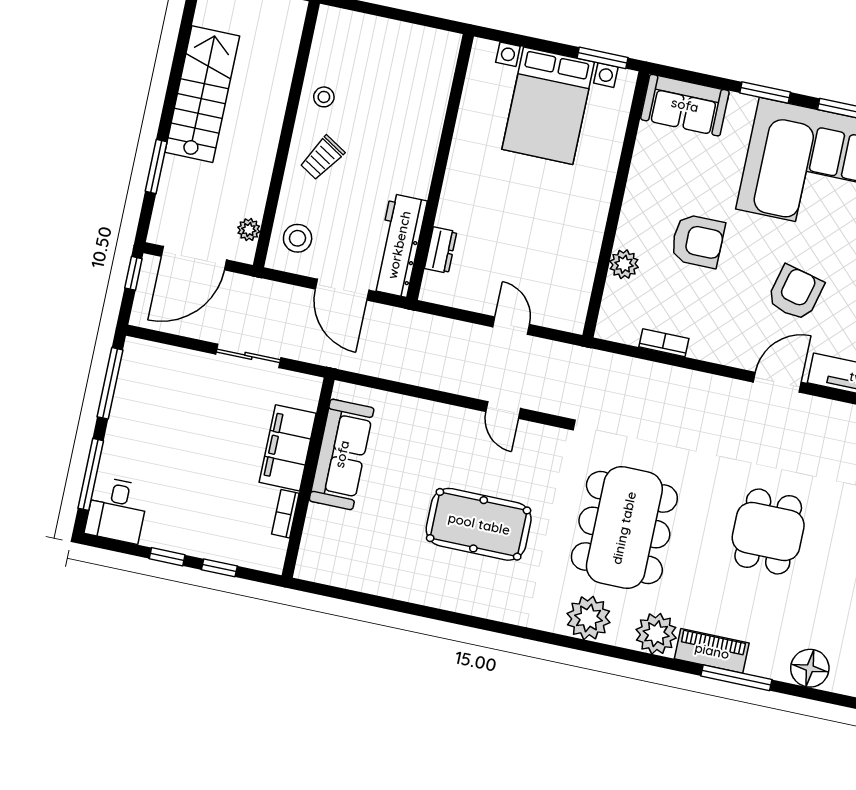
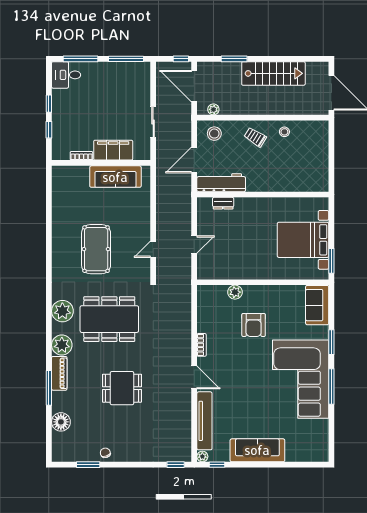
armchair: (795, 293) -> (239, 377), removed
bookcase: (664, 343) -> (202, 345), moved

